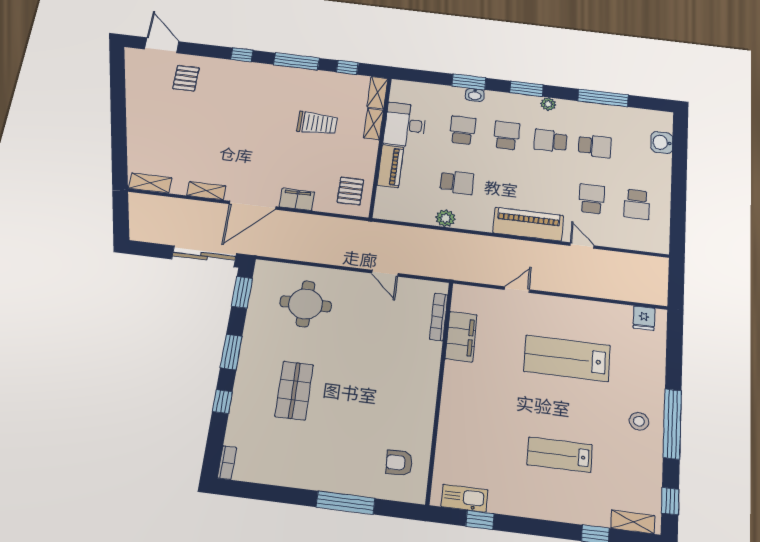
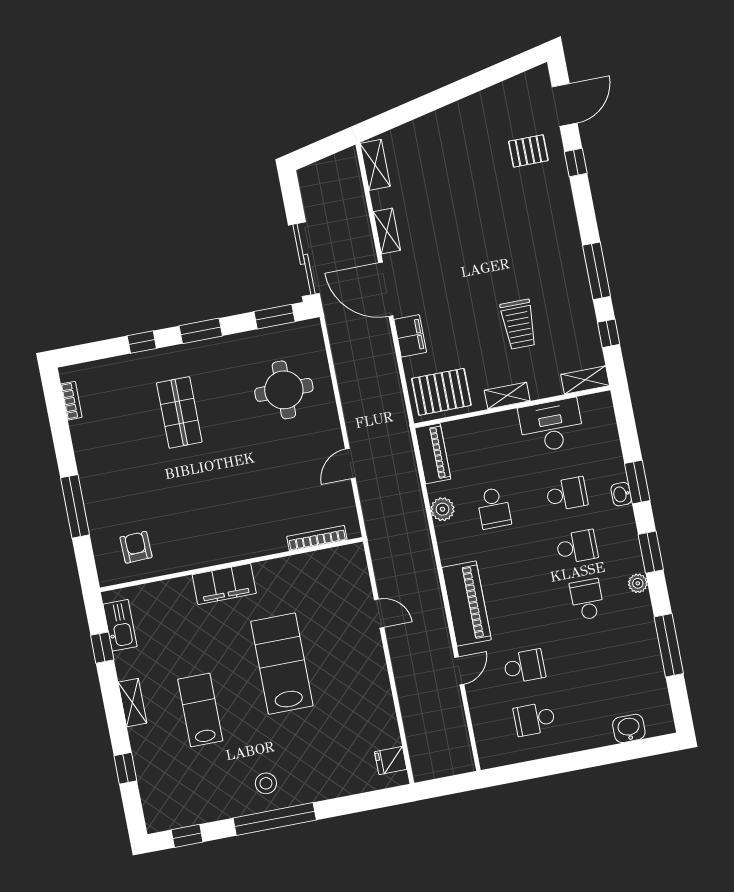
window: (242, 55) -> (576, 163), moved
shelving: (374, 124) -> (507, 396), moved
school desk: (595, 146) -> (597, 652), removed
piano: (390, 166) -> (433, 454), moved, turned -90
pallet: (350, 191) -> (441, 392), width x1.50, depth x1.42
filing cabinet: (461, 337) -> (224, 584), moved
lab bench: (567, 358) -> (282, 664), moved
shop shelf: (294, 391) -> (179, 412), turned 90
bookcase: (227, 463) -> (71, 401), moved, turned -90
shelving: (633, 522) -> (132, 703), moved

